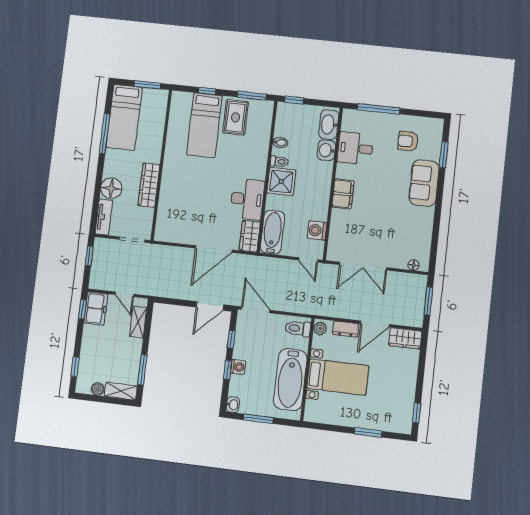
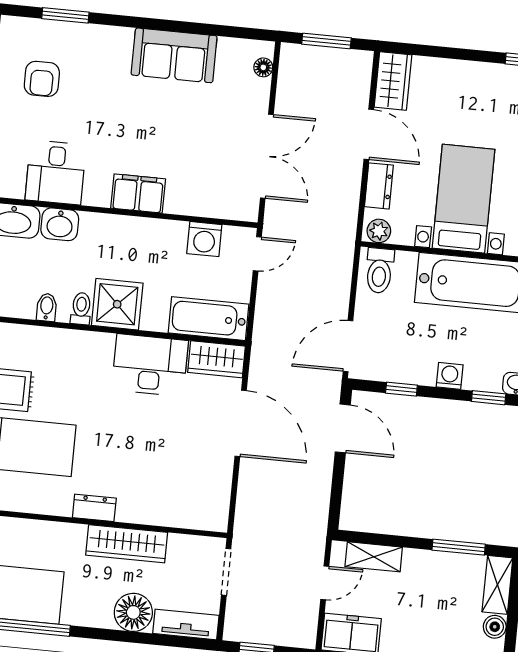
dresser: (169, 168) -> (94, 508), added
sofa: (424, 183) -> (174, 55), moved
window: (228, 370) -> (489, 398), moved

